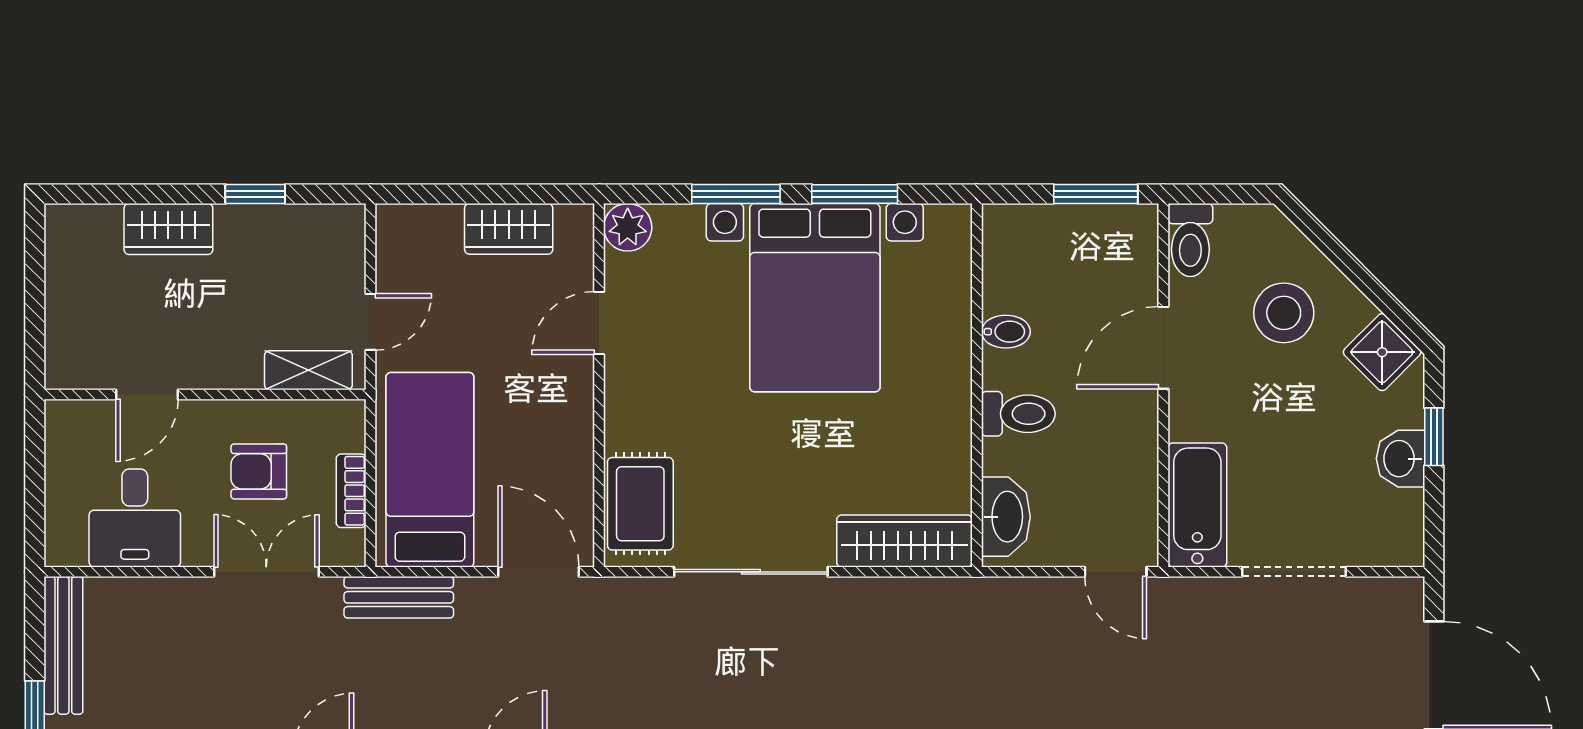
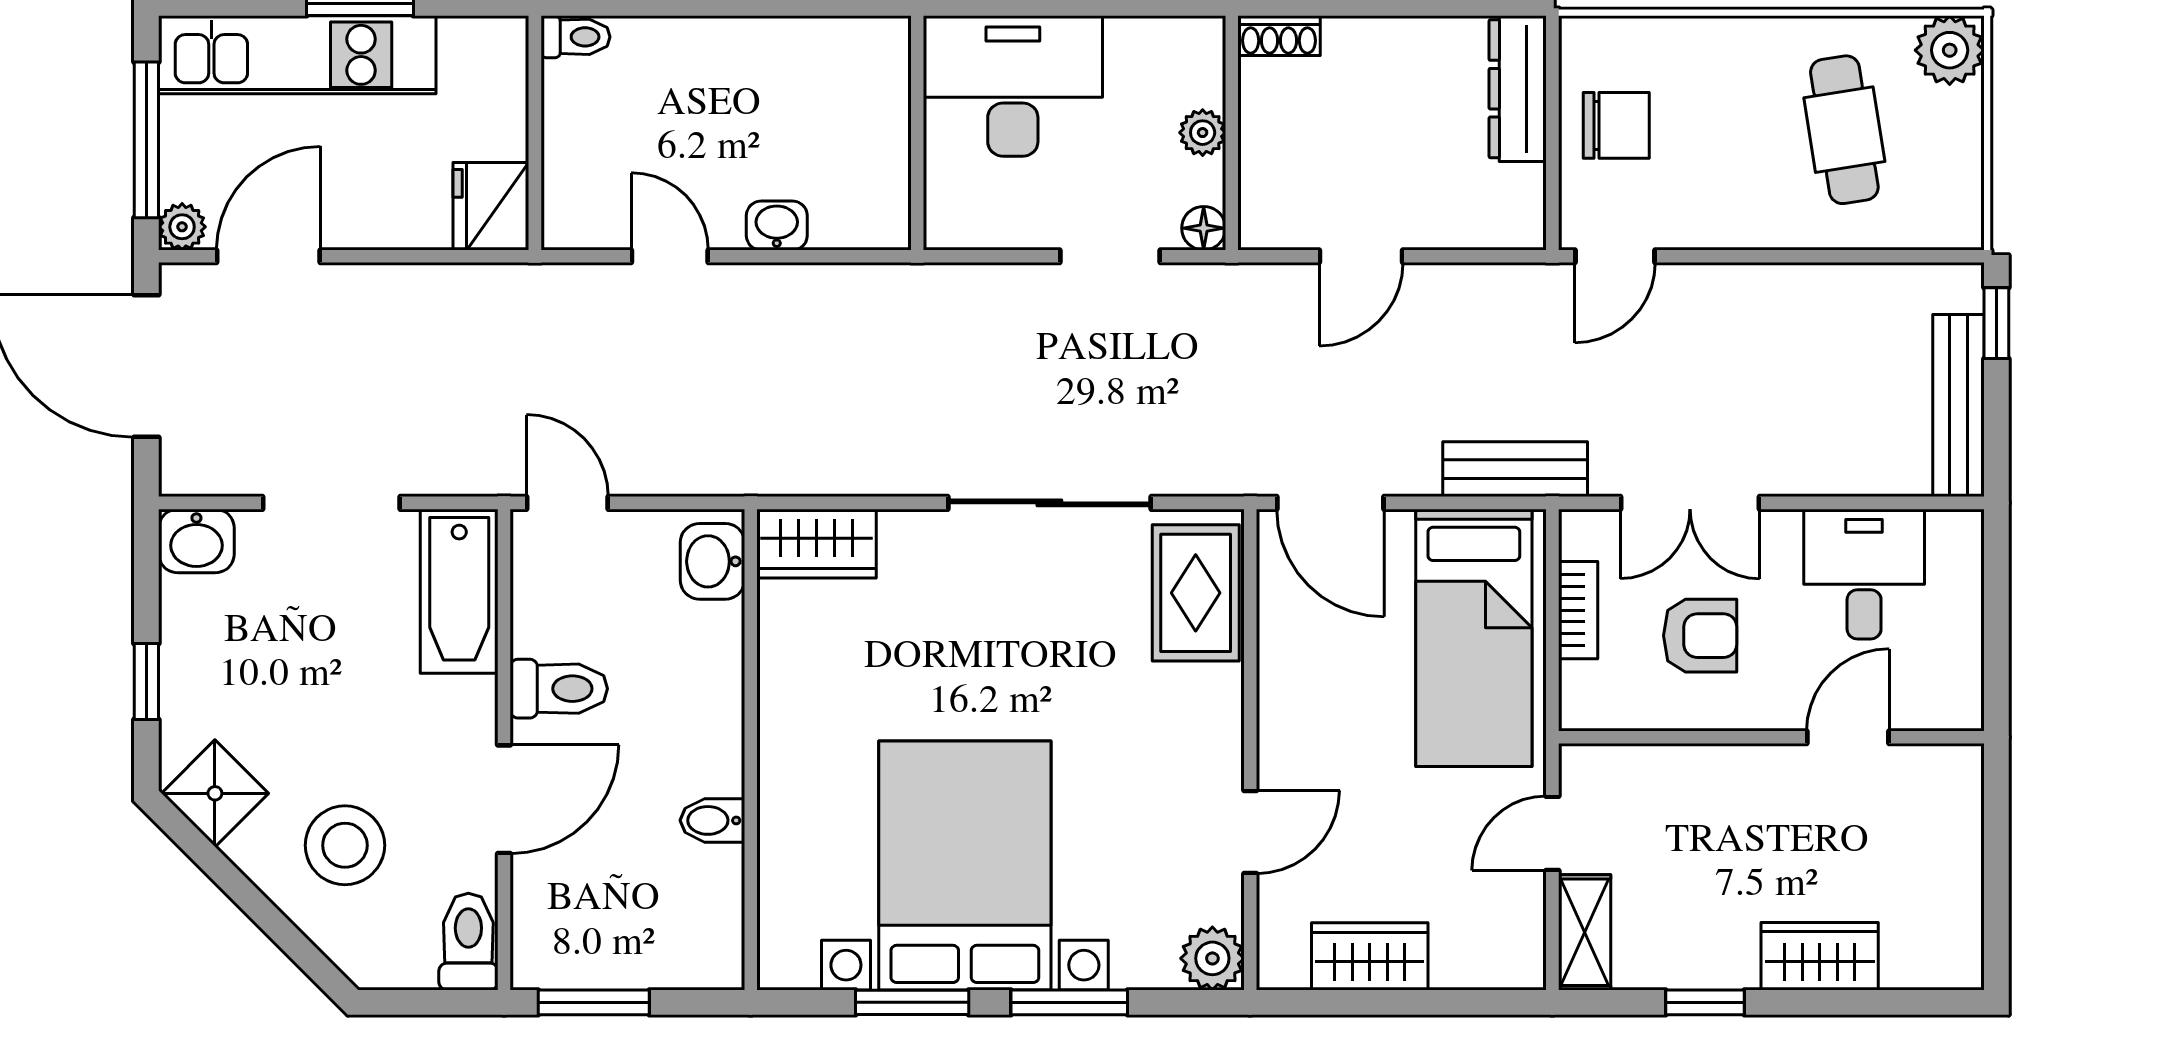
shelving: (308, 370) -> (1585, 932), moved, turned 90
toilet: (1018, 414) -> (559, 689), moved, turned 180
washbasin: (1400, 459) -> (196, 541), moved, turned 90
washbasin: (1006, 517) -> (712, 561), width x0.72
wardrobe: (905, 541) -> (816, 544), width x0.67

